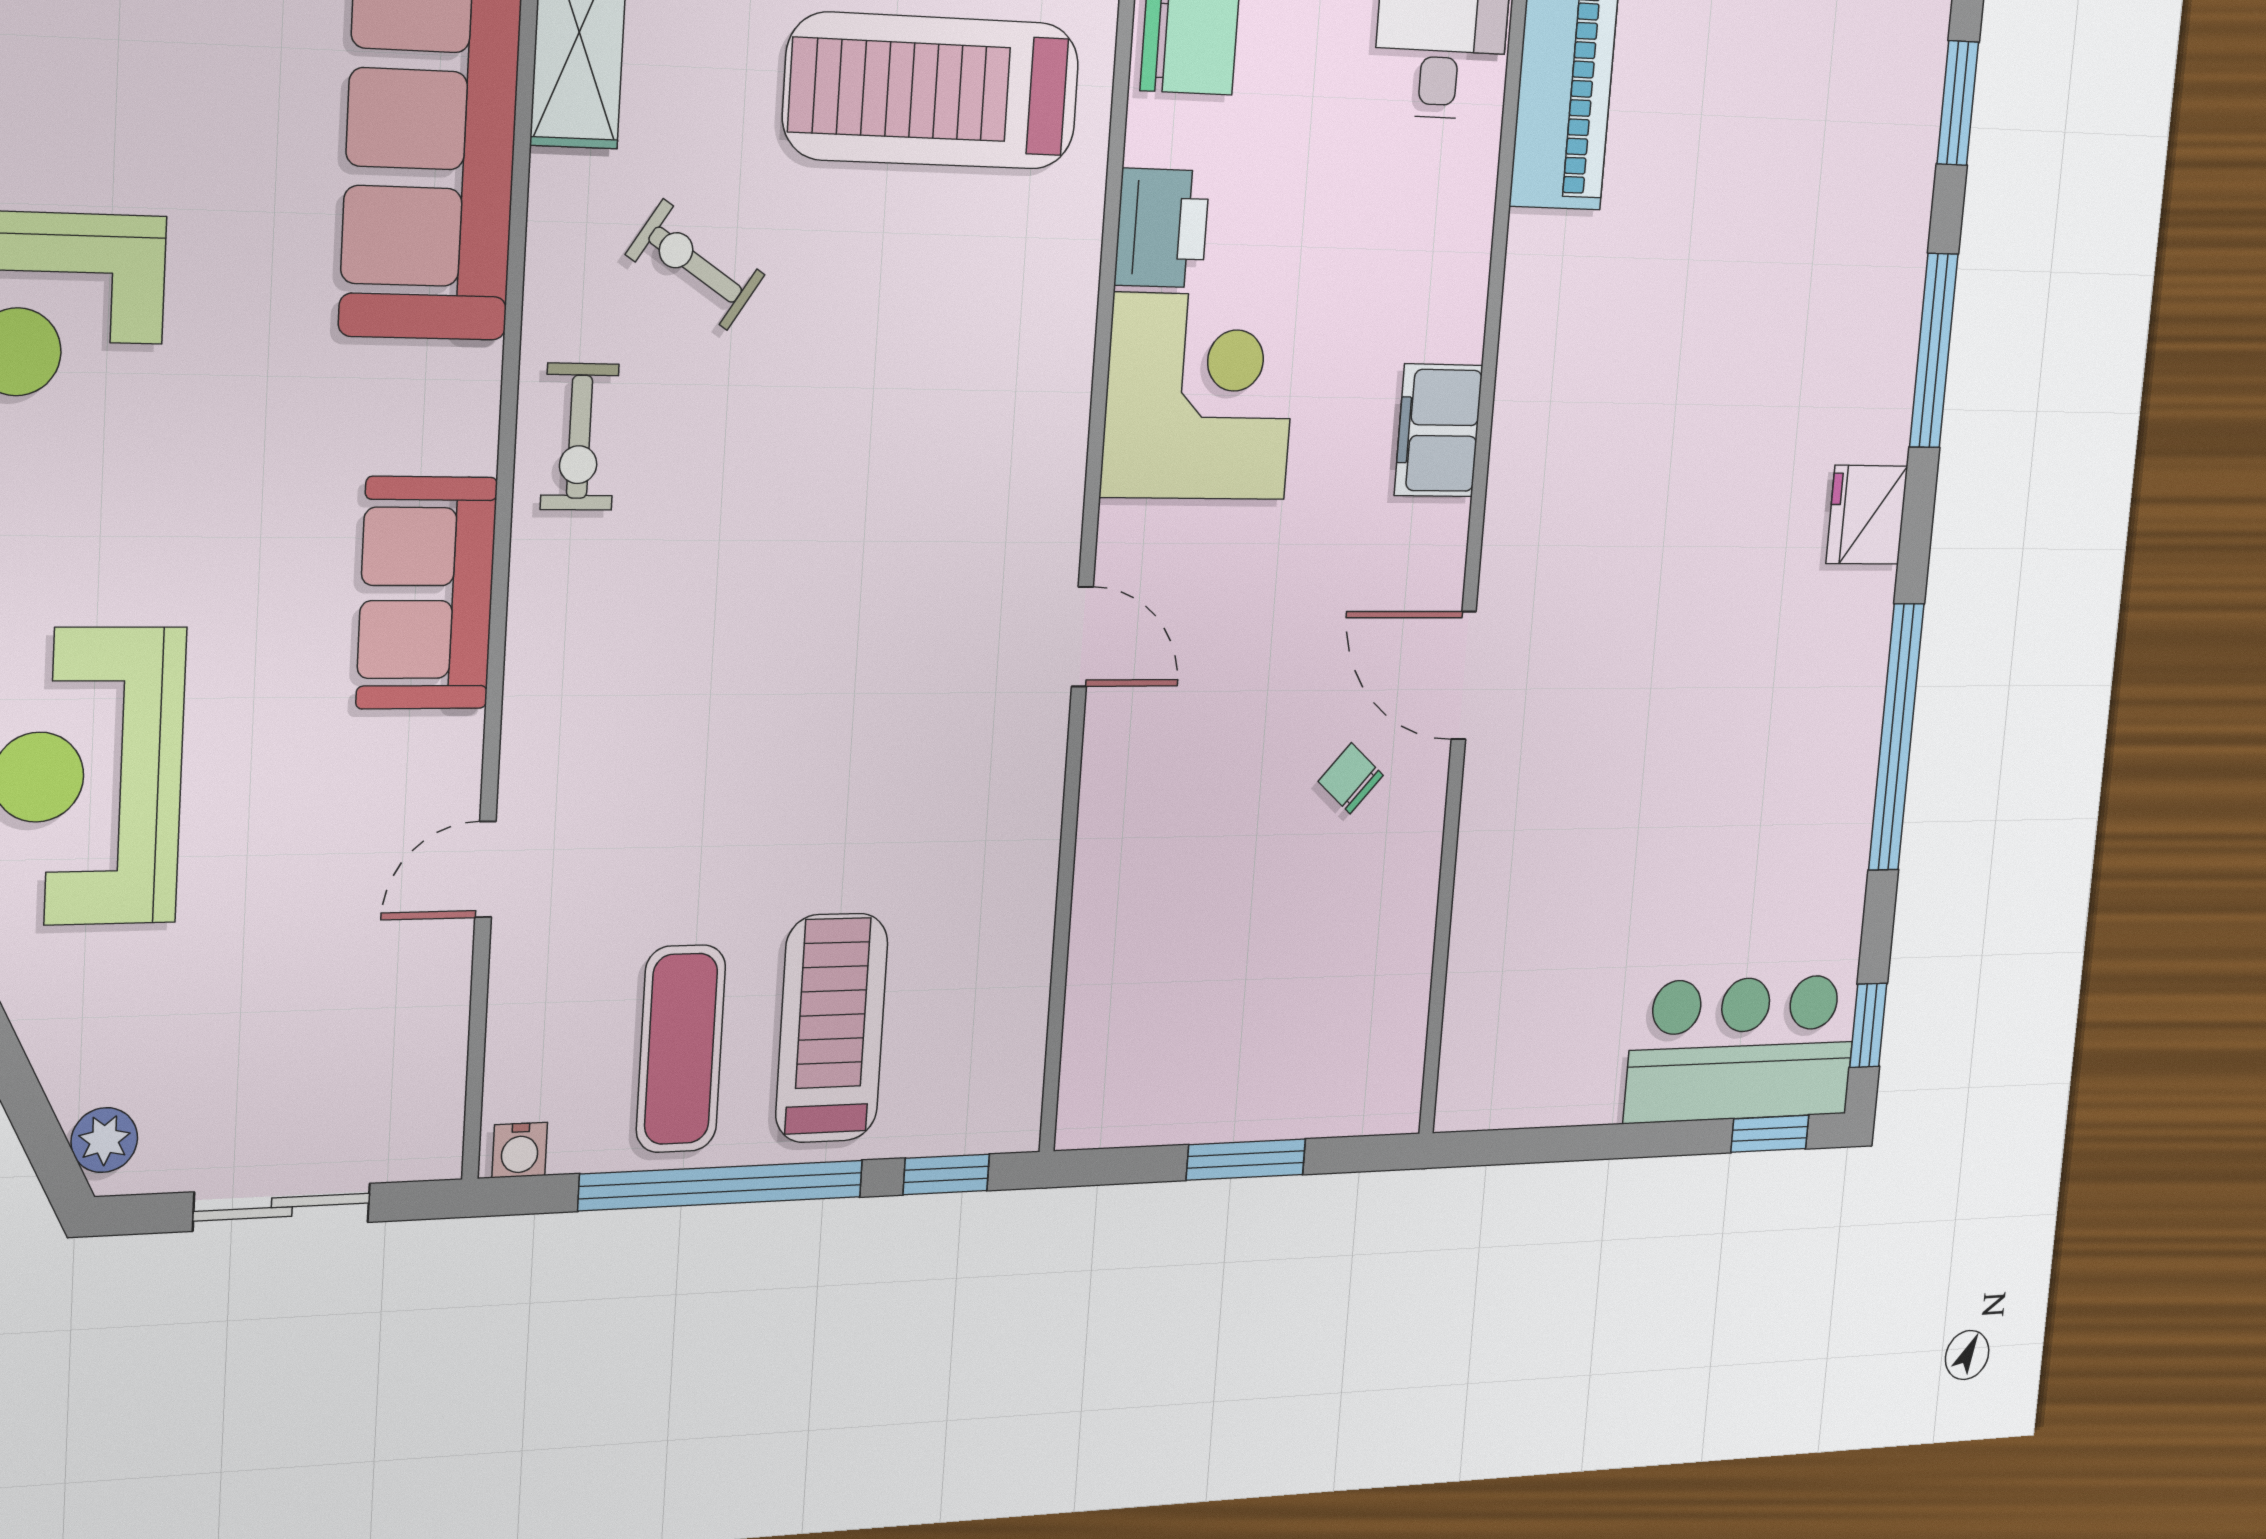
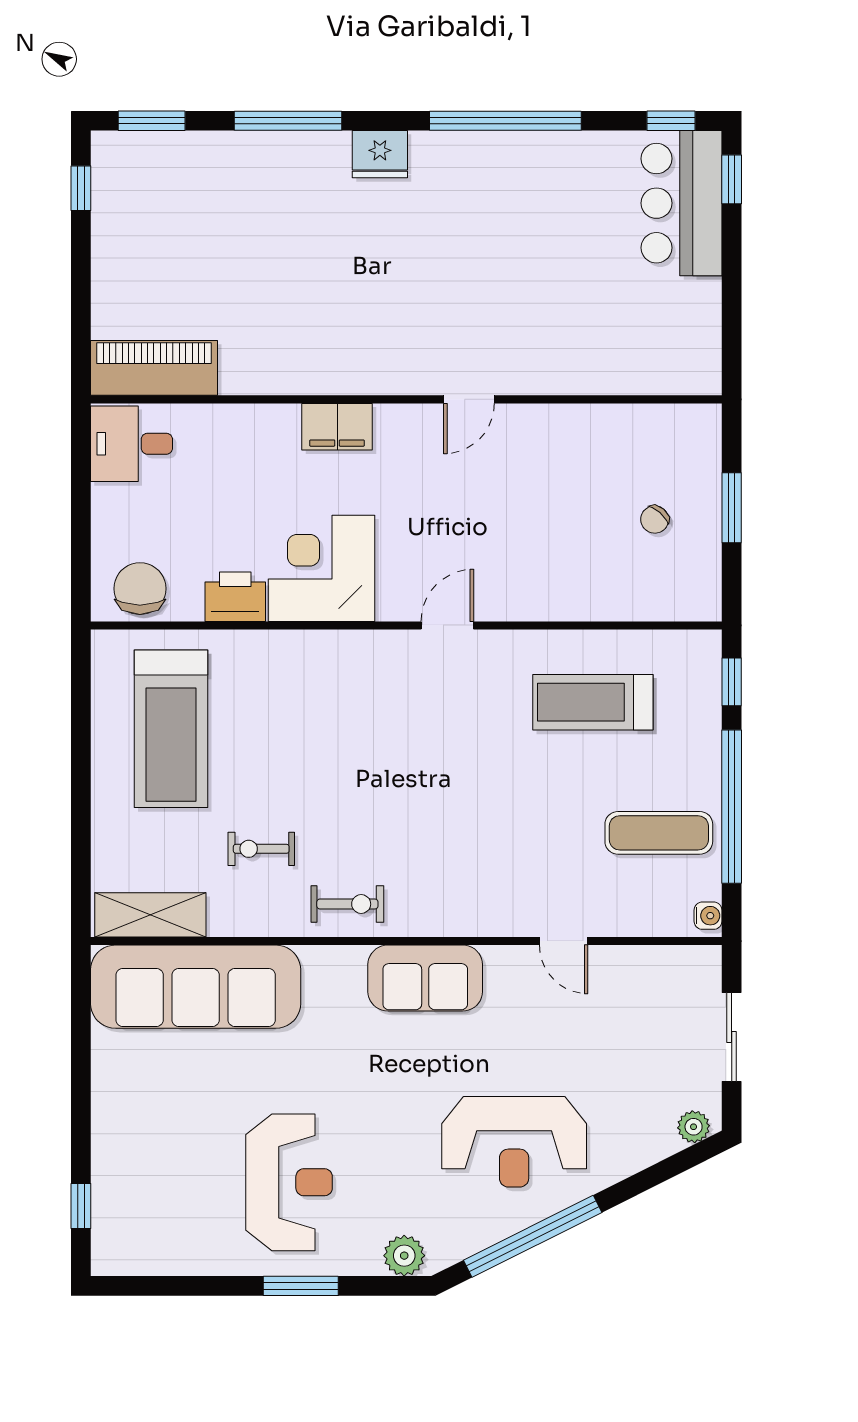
exercise bike: (695, 265) -> (261, 849), turned 57
door: (1464, 675) -> (469, 399), width x0.73
chair: (1351, 778) -> (655, 519), moved
treadmill: (832, 1028) -> (593, 702), moved

